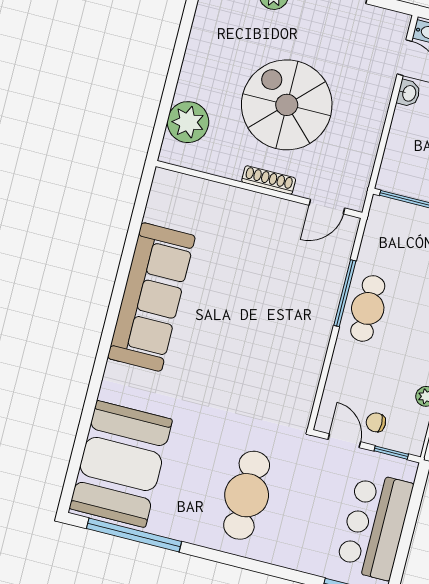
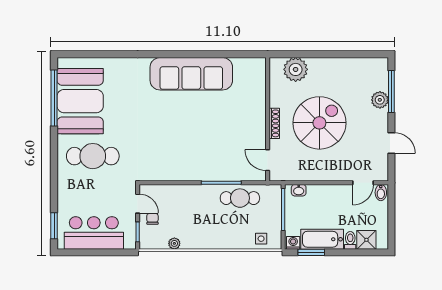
washbasin: (409, 93) -> (299, 190), moved
cafe table: (368, 308) -> (240, 198), moved
door: (344, 441) -> (138, 204), hinge flipped
booth: (121, 464) -> (80, 101), moved, turned 90

